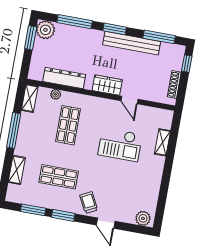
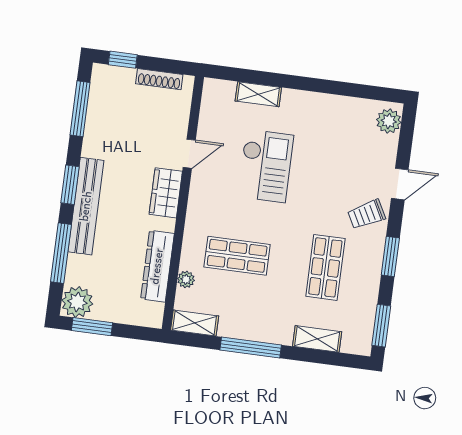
bench: (132, 43) -> (86, 206), moved
window: (33, 210) -> (381, 326), moved

